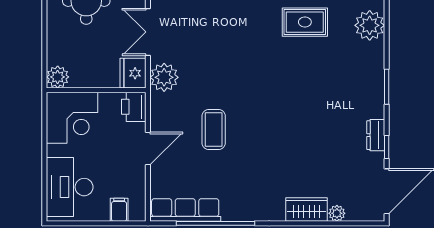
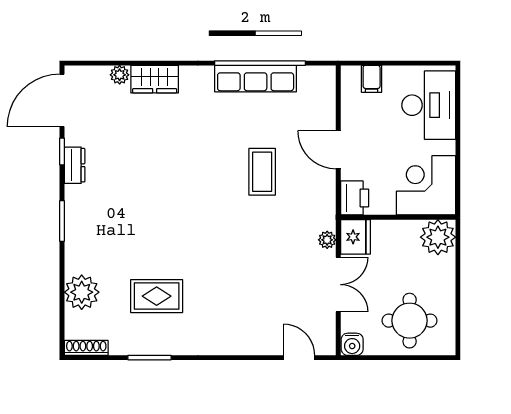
plant: (58, 77) -> (438, 237), width x1.36, depth x1.36
plant: (164, 77) -> (327, 240), width x0.53, depth x0.53
door: (148, 148) -> (338, 150), hinge flipped
row of seats: (185, 210) -> (256, 79), moved

